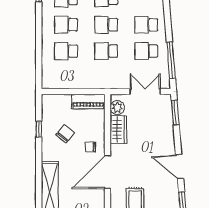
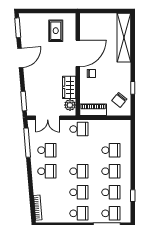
school desk: (106, 51) -> (79, 129), moved
chair: (65, 134) -> (119, 100), moved
door: (180, 167) -> (20, 58), hinge flipped

